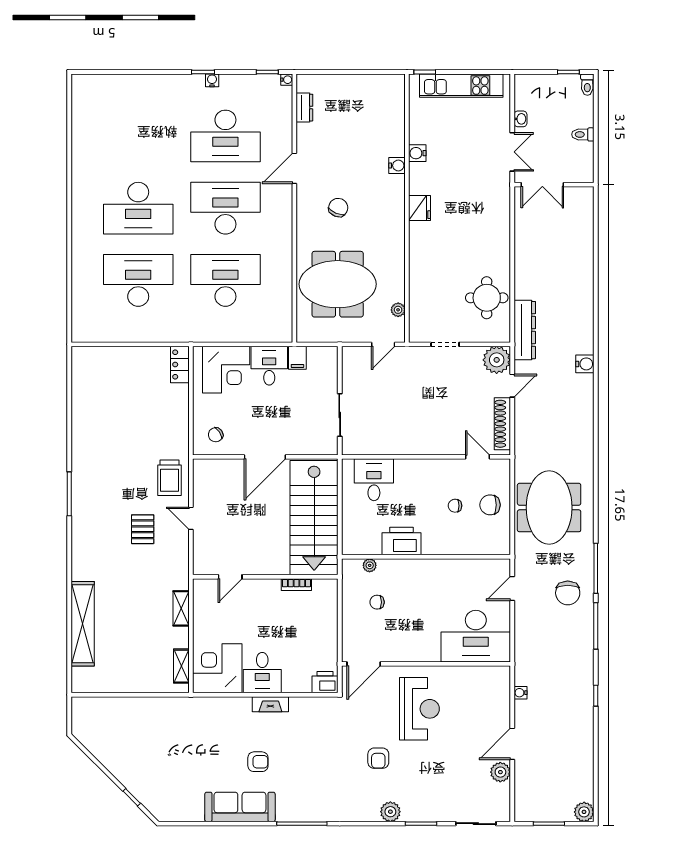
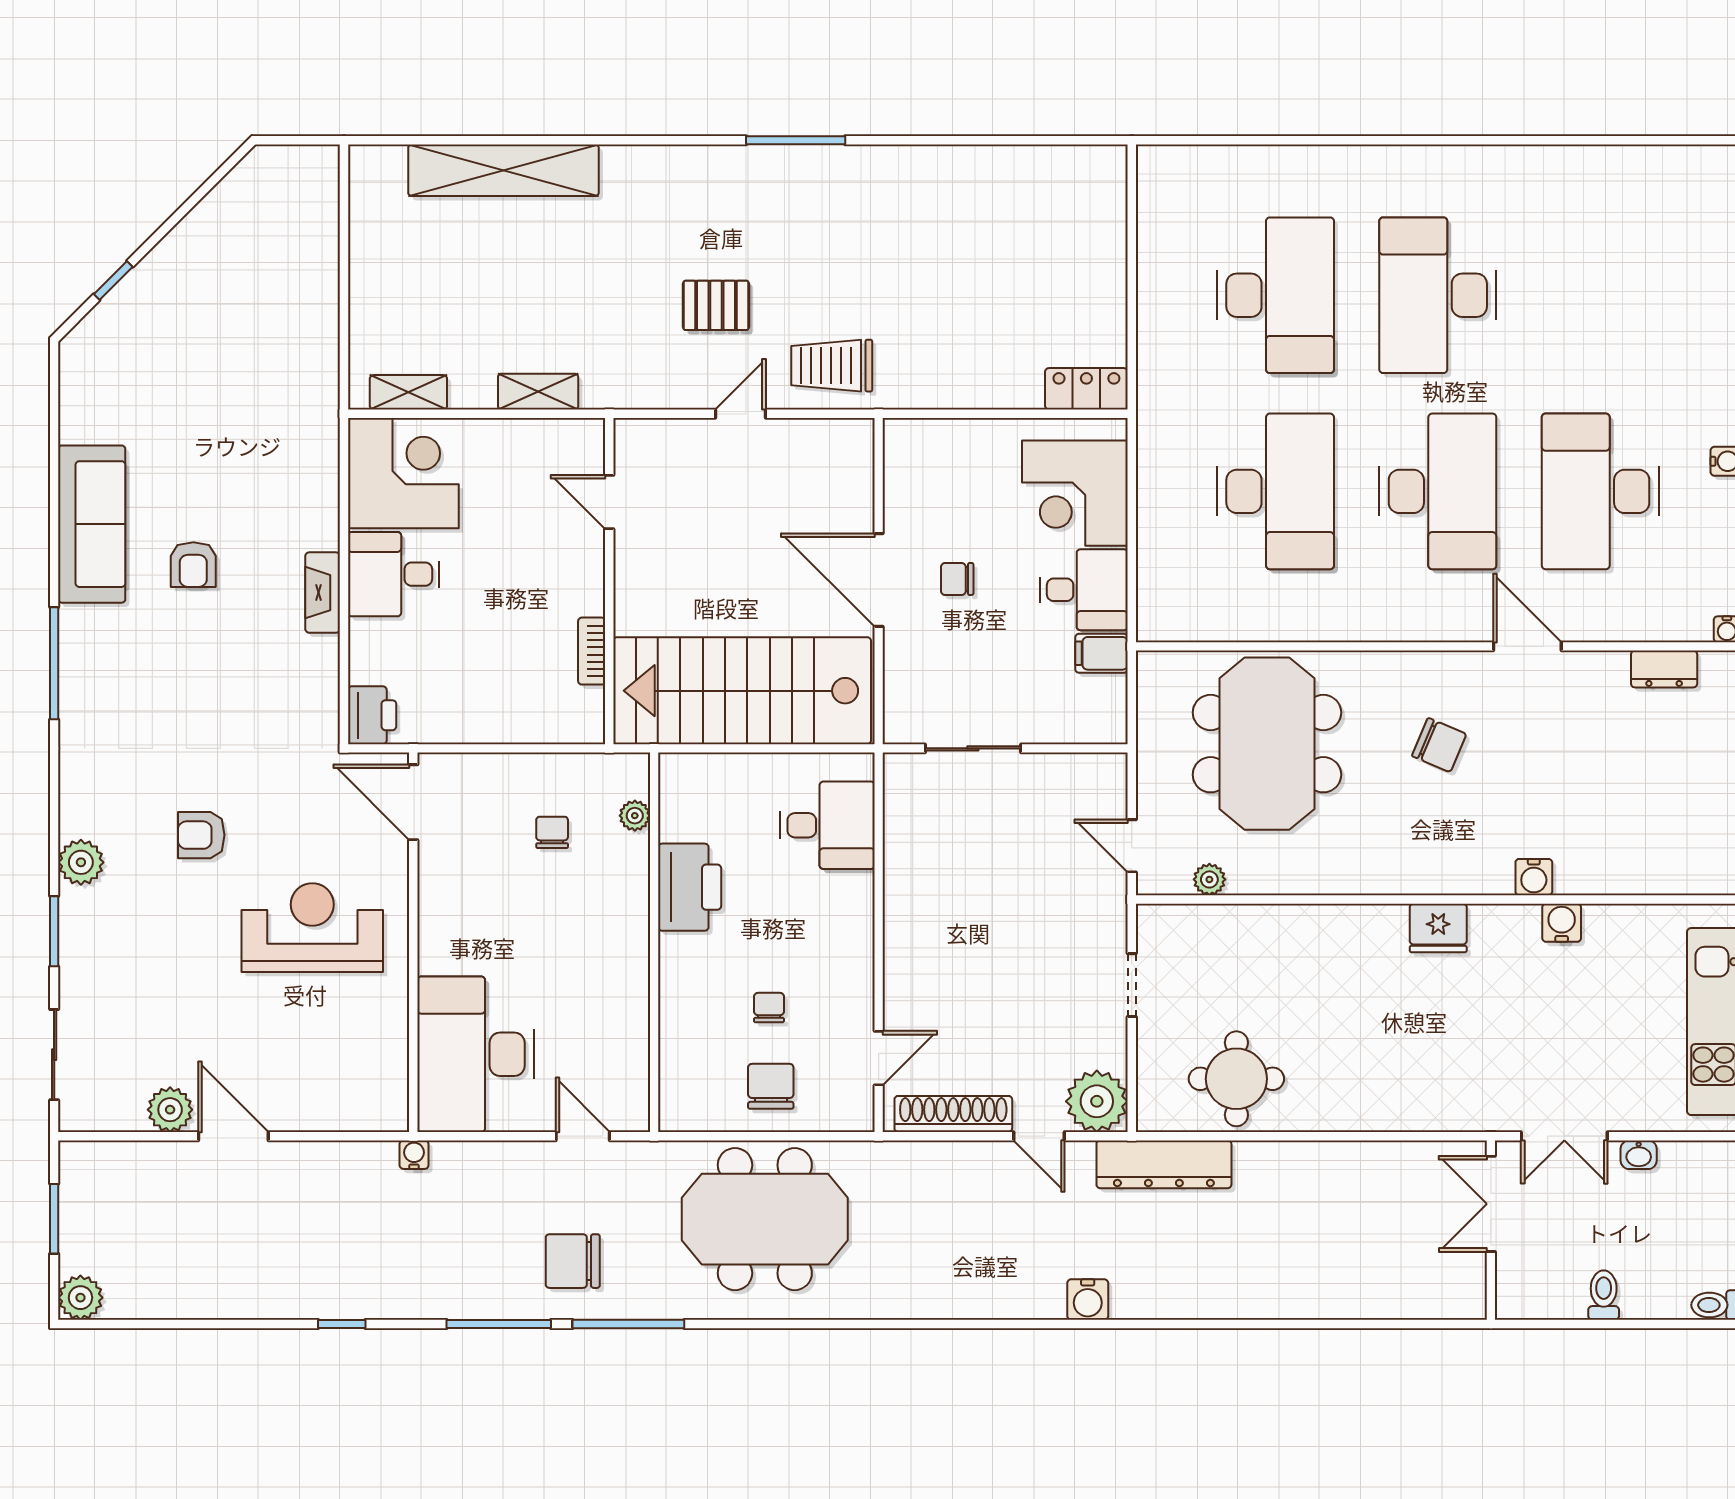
chair: (216, 435) -> (957, 579), moved, turned -57
water cooler: (520, 693) -> (414, 1155), moved
reception desk: (419, 709) -> (312, 928), turned 180

